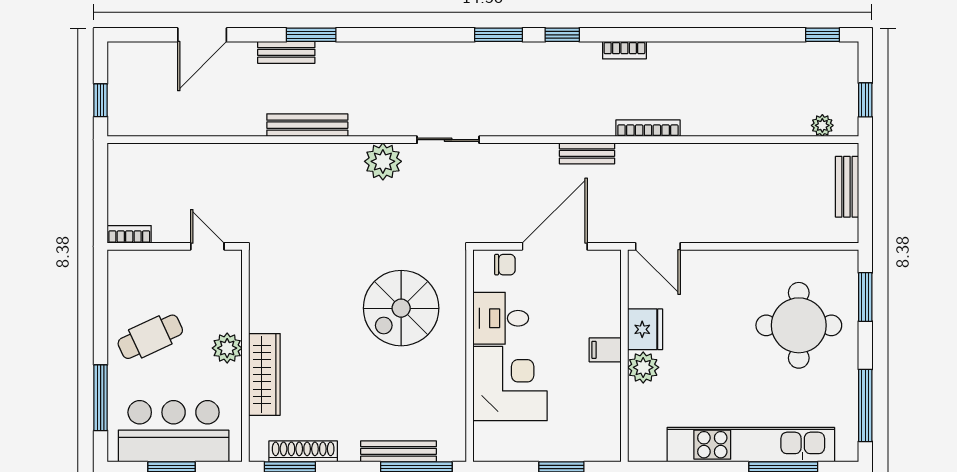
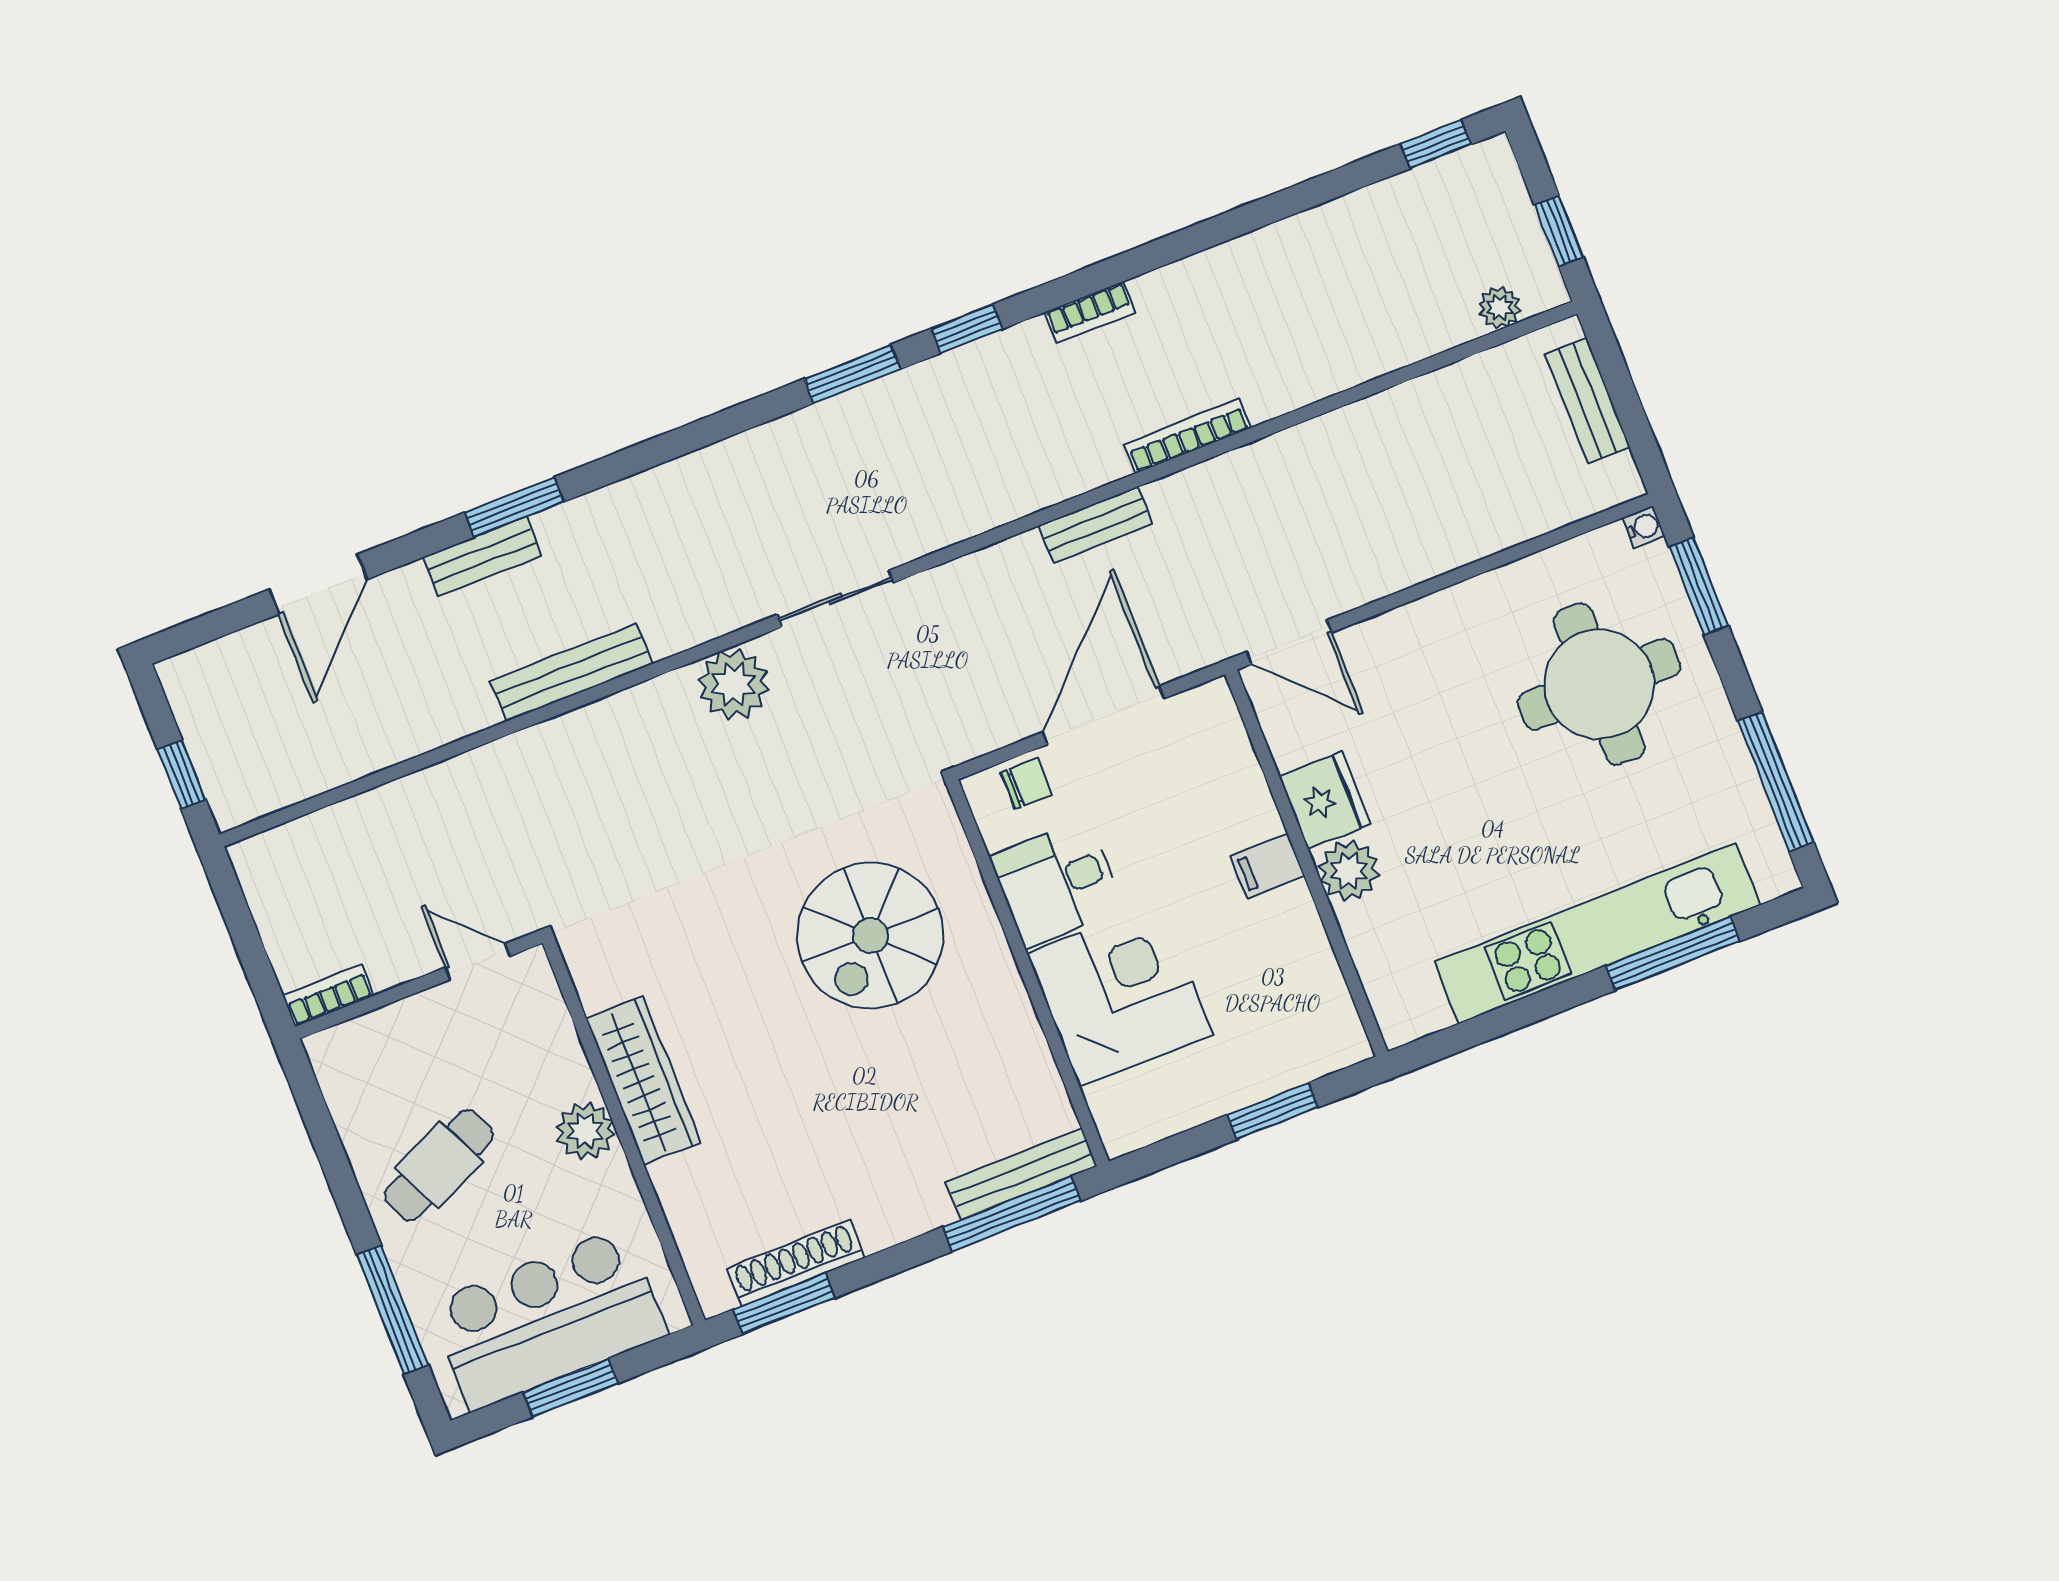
water cooler: (850, 258) -> (1644, 527), added
wardrobe: (264, 374) -> (643, 1080), moved
bench: (398, 451) -> (1021, 1174), moved

